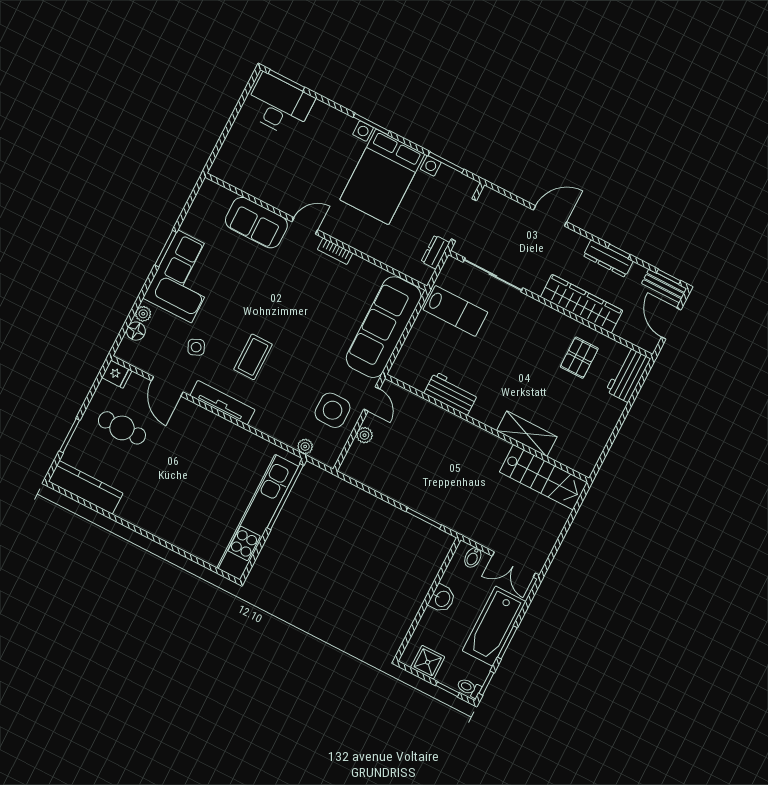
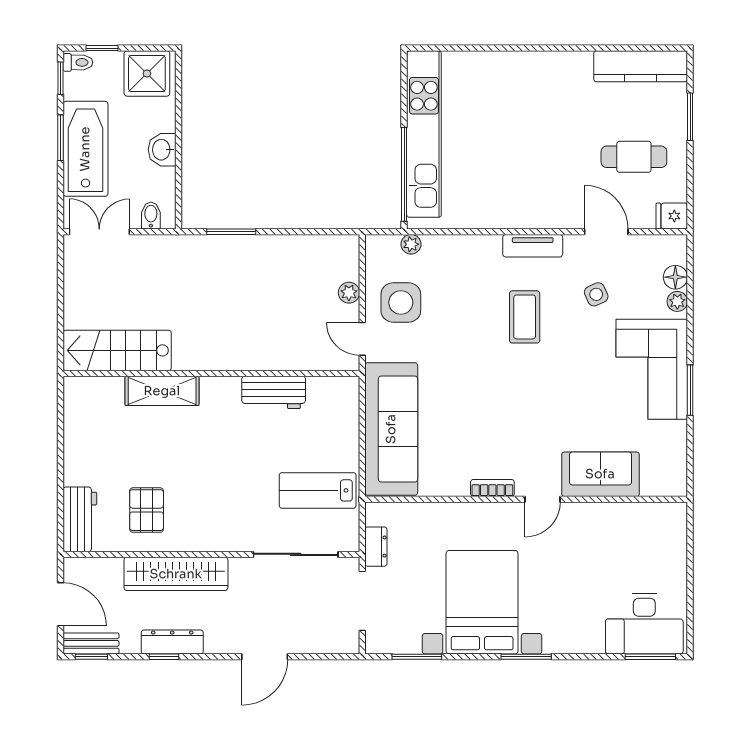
tv unit: (222, 403) -> (533, 246), width x0.71
shower: (428, 662) -> (147, 73), width x1.36, depth x1.36

